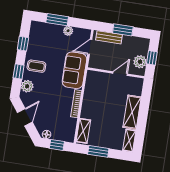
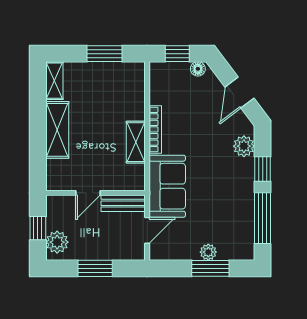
plant: (68, 31) -> (208, 252), moved
bench: (109, 37) -> (123, 203), moved
window: (23, 44) -> (263, 218), width x2.17
plant: (140, 62) -> (57, 242), moved
coffee table: (36, 66) -> (233, 183), removed
shelving: (83, 131) -> (136, 142), moved

